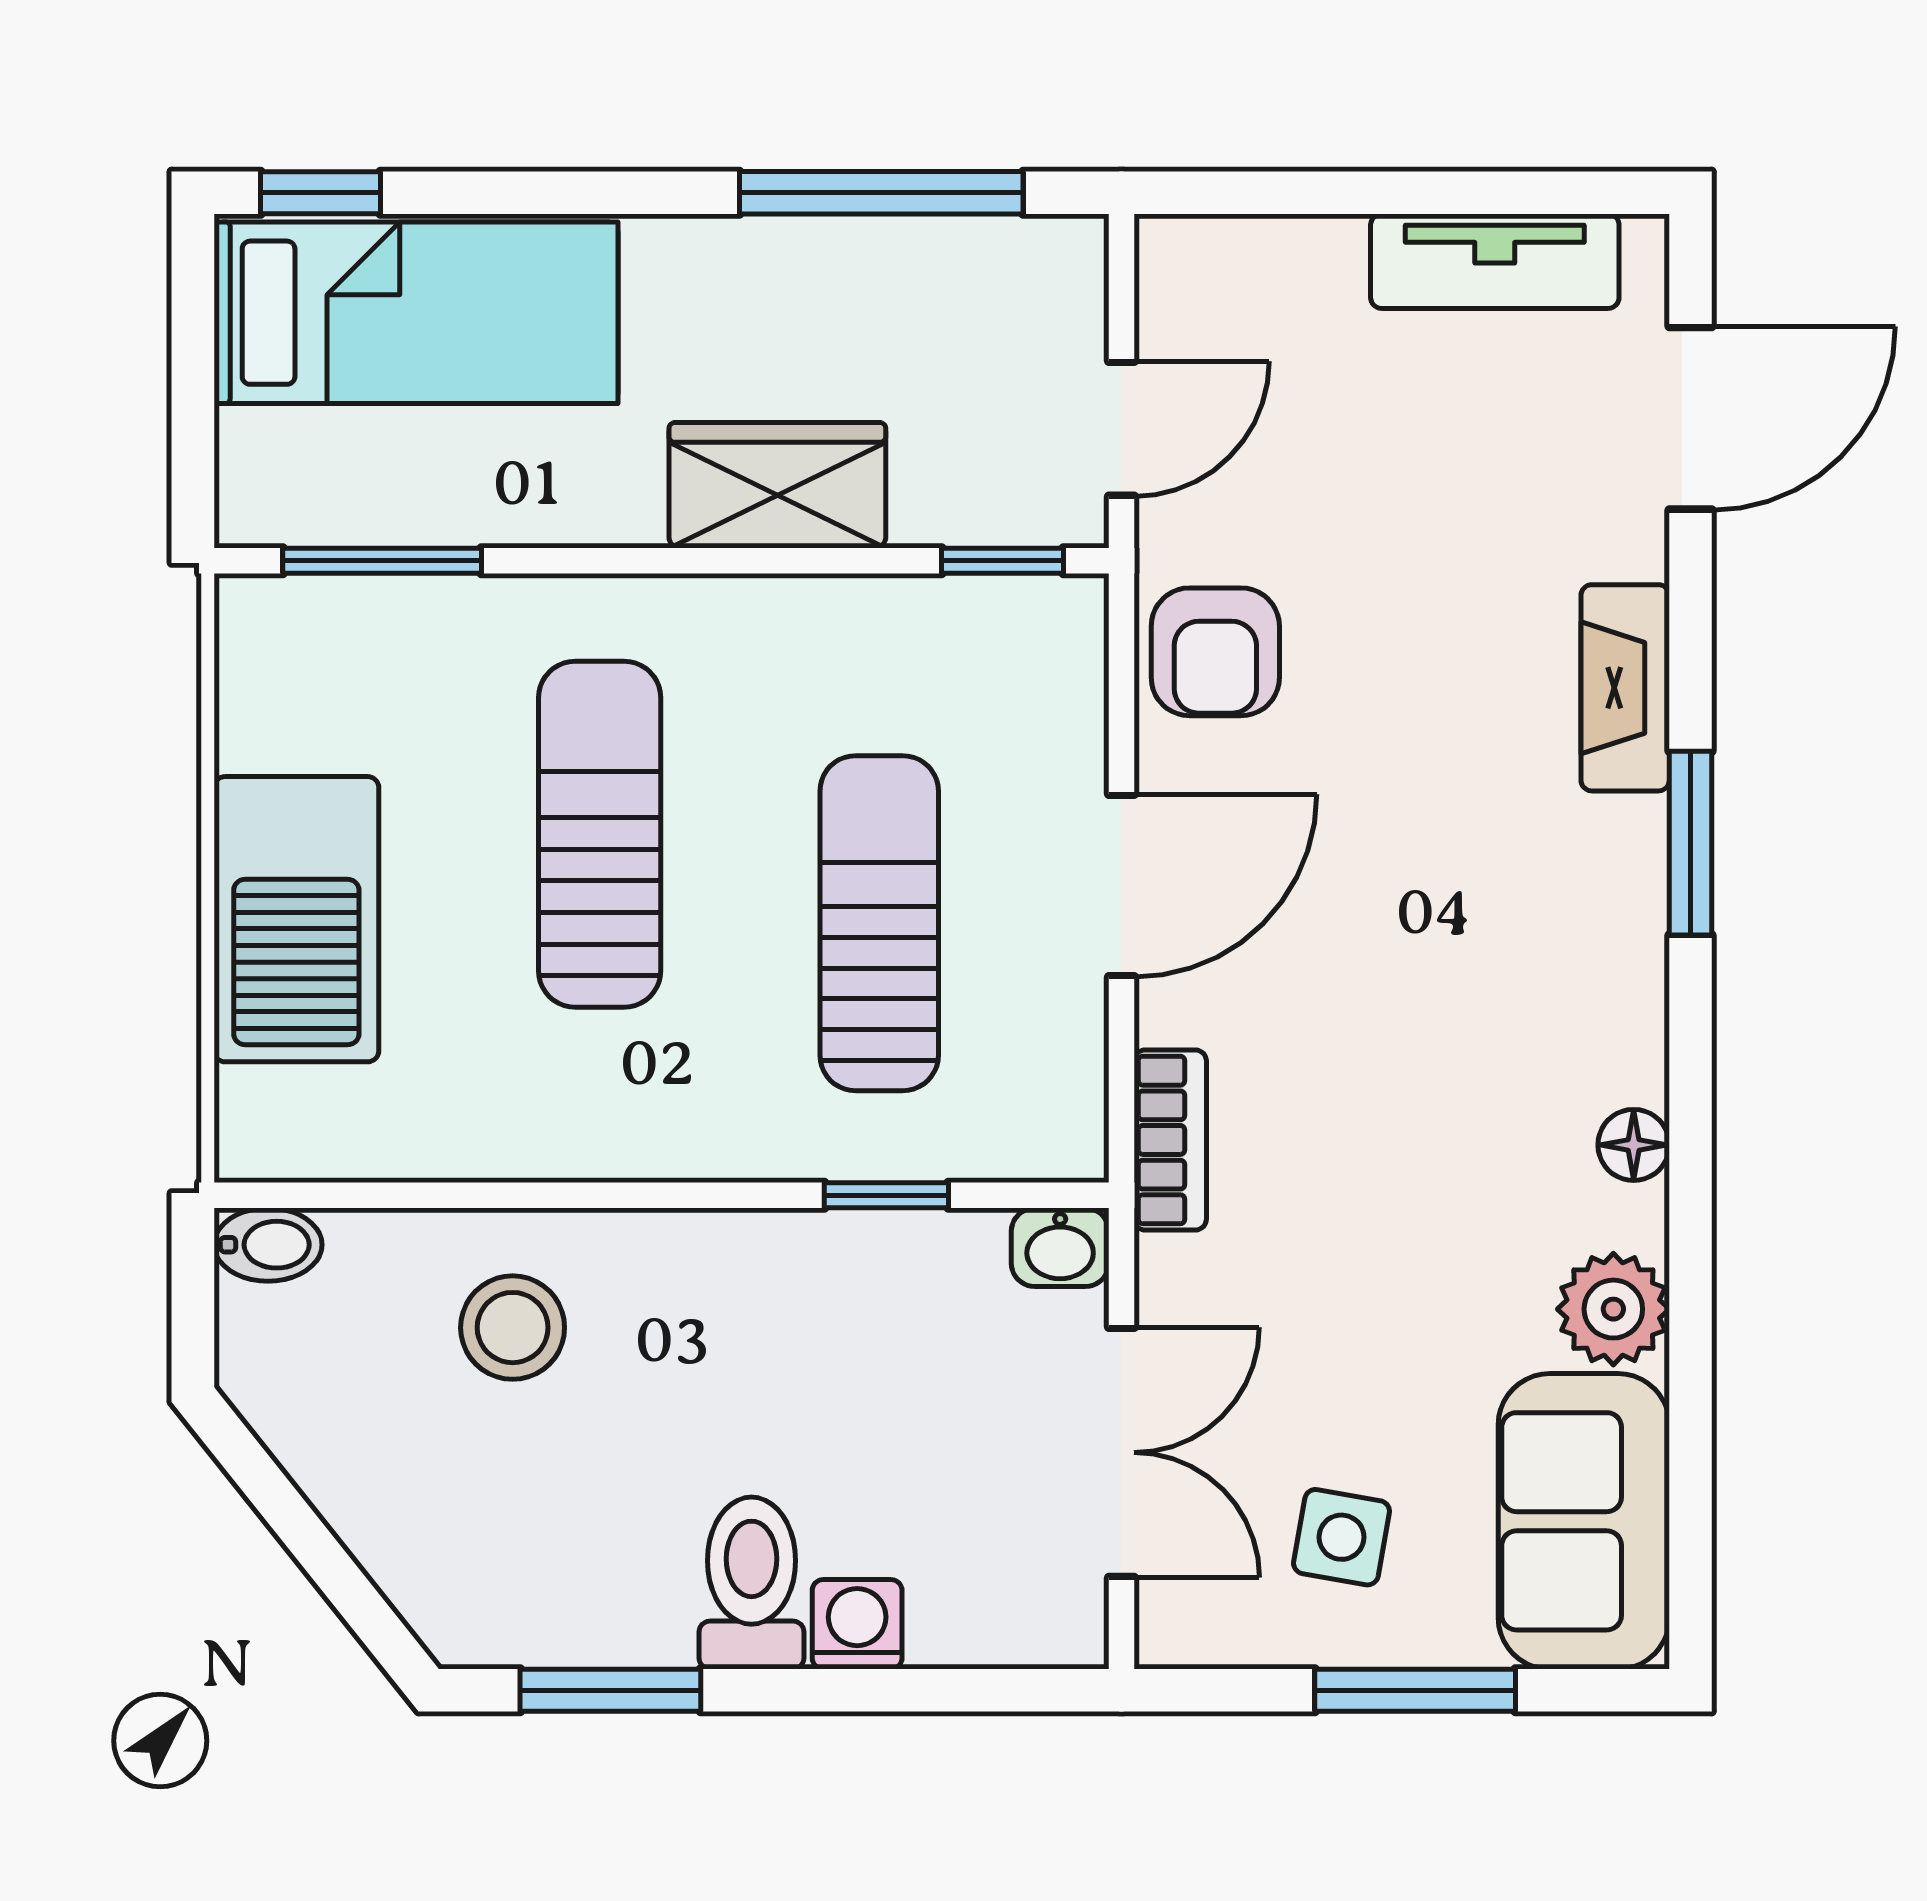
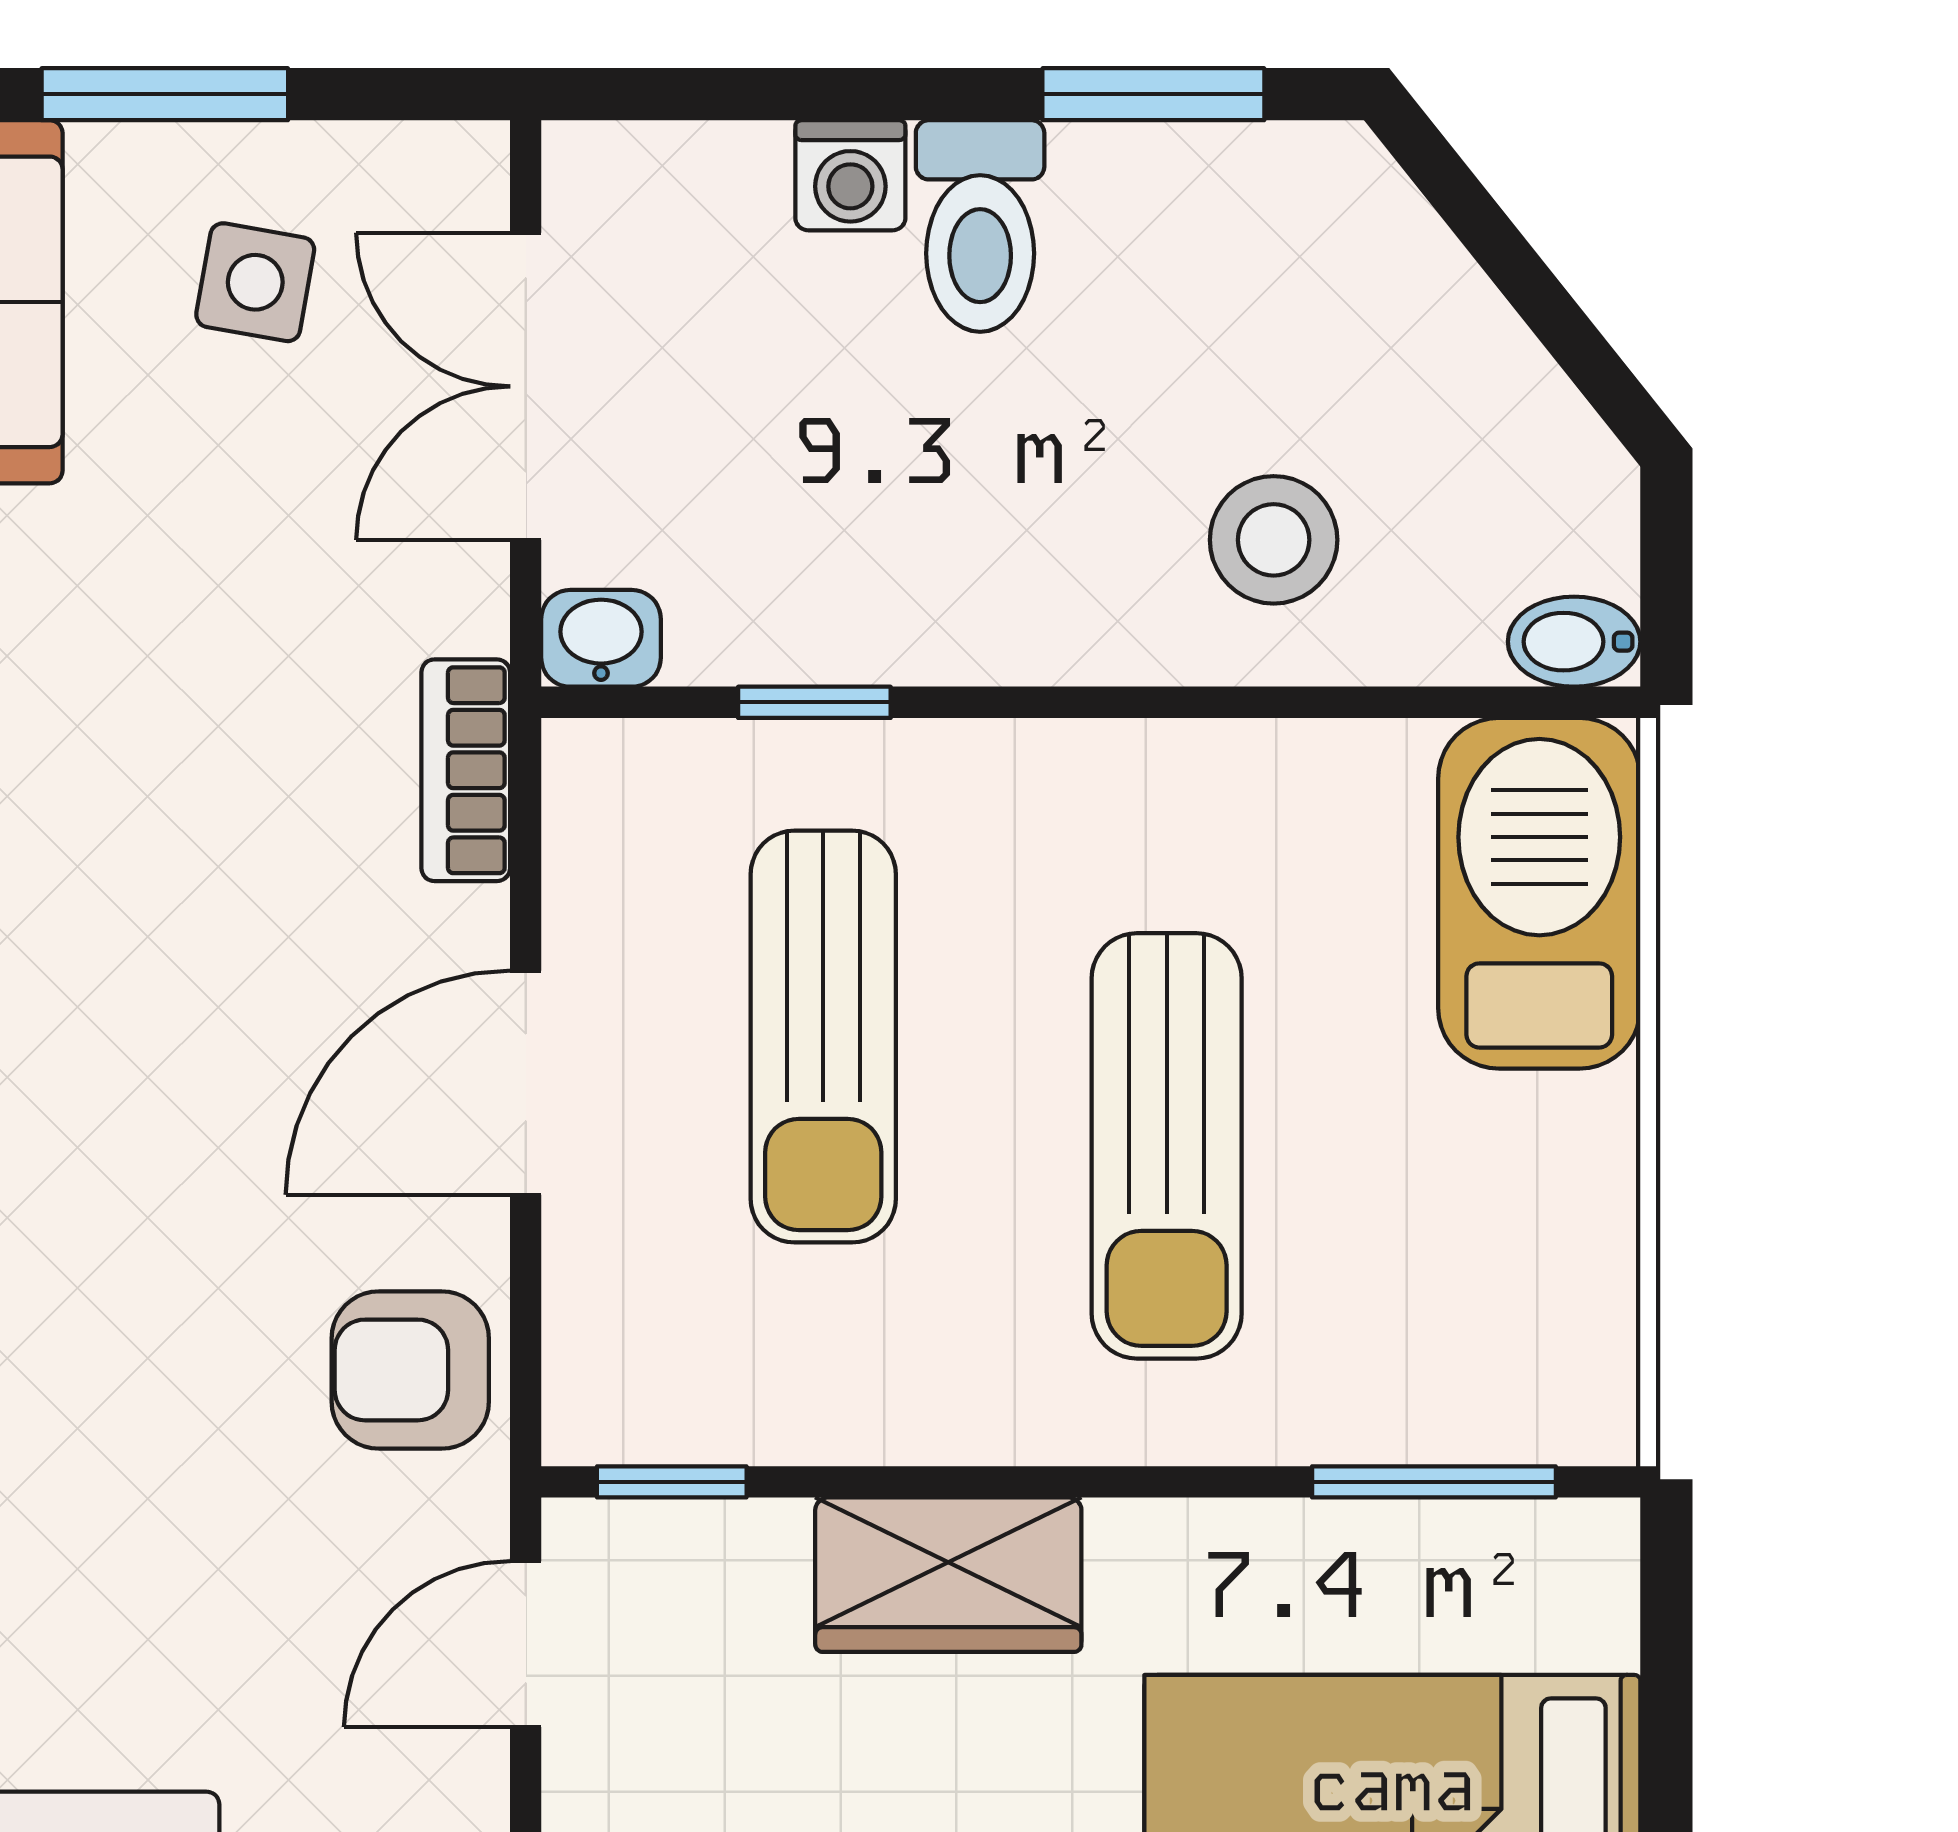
armchair: (1215, 652) -> (410, 1370), turned -90
barbecue: (296, 919) -> (1539, 893), moved

